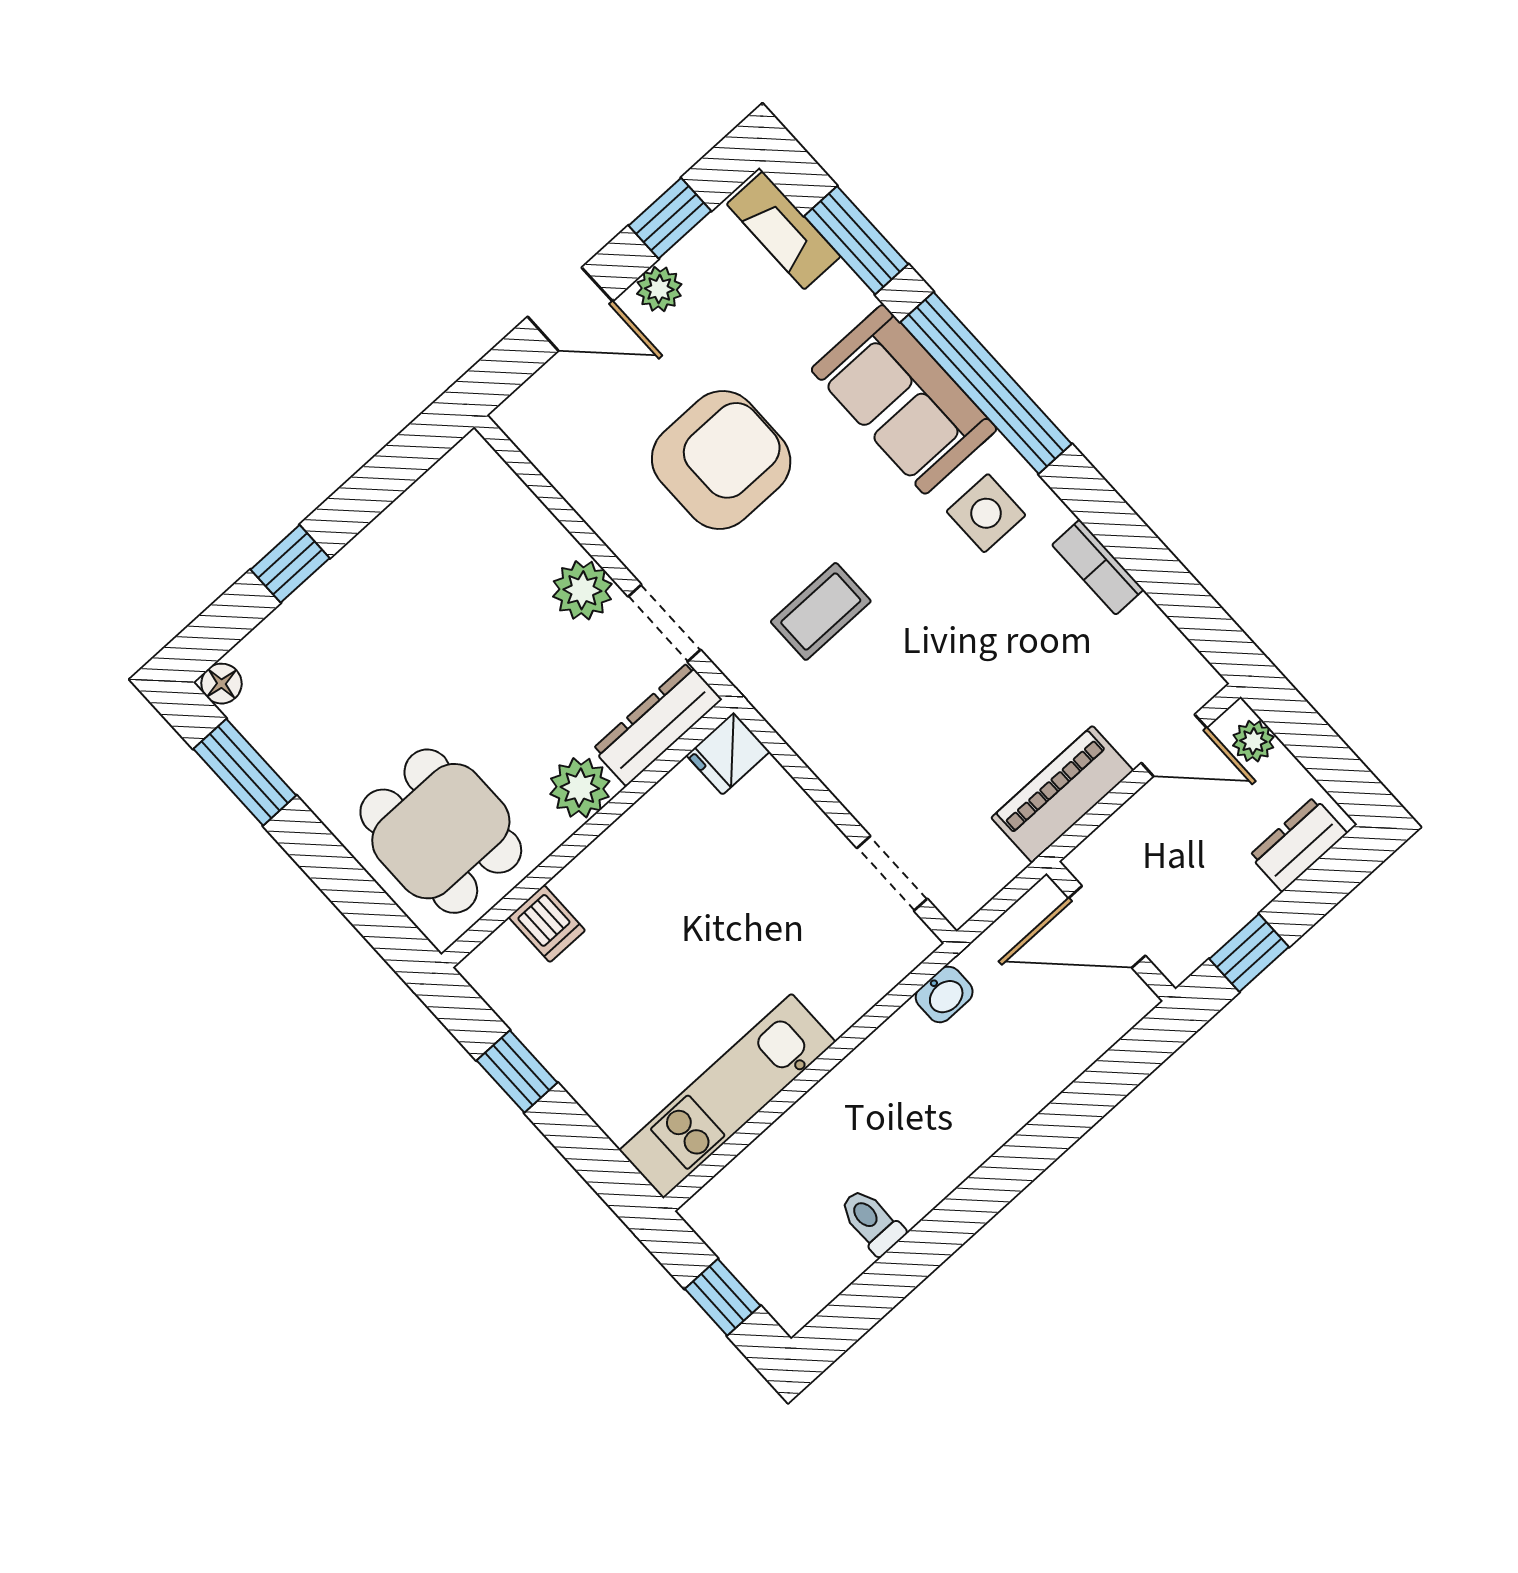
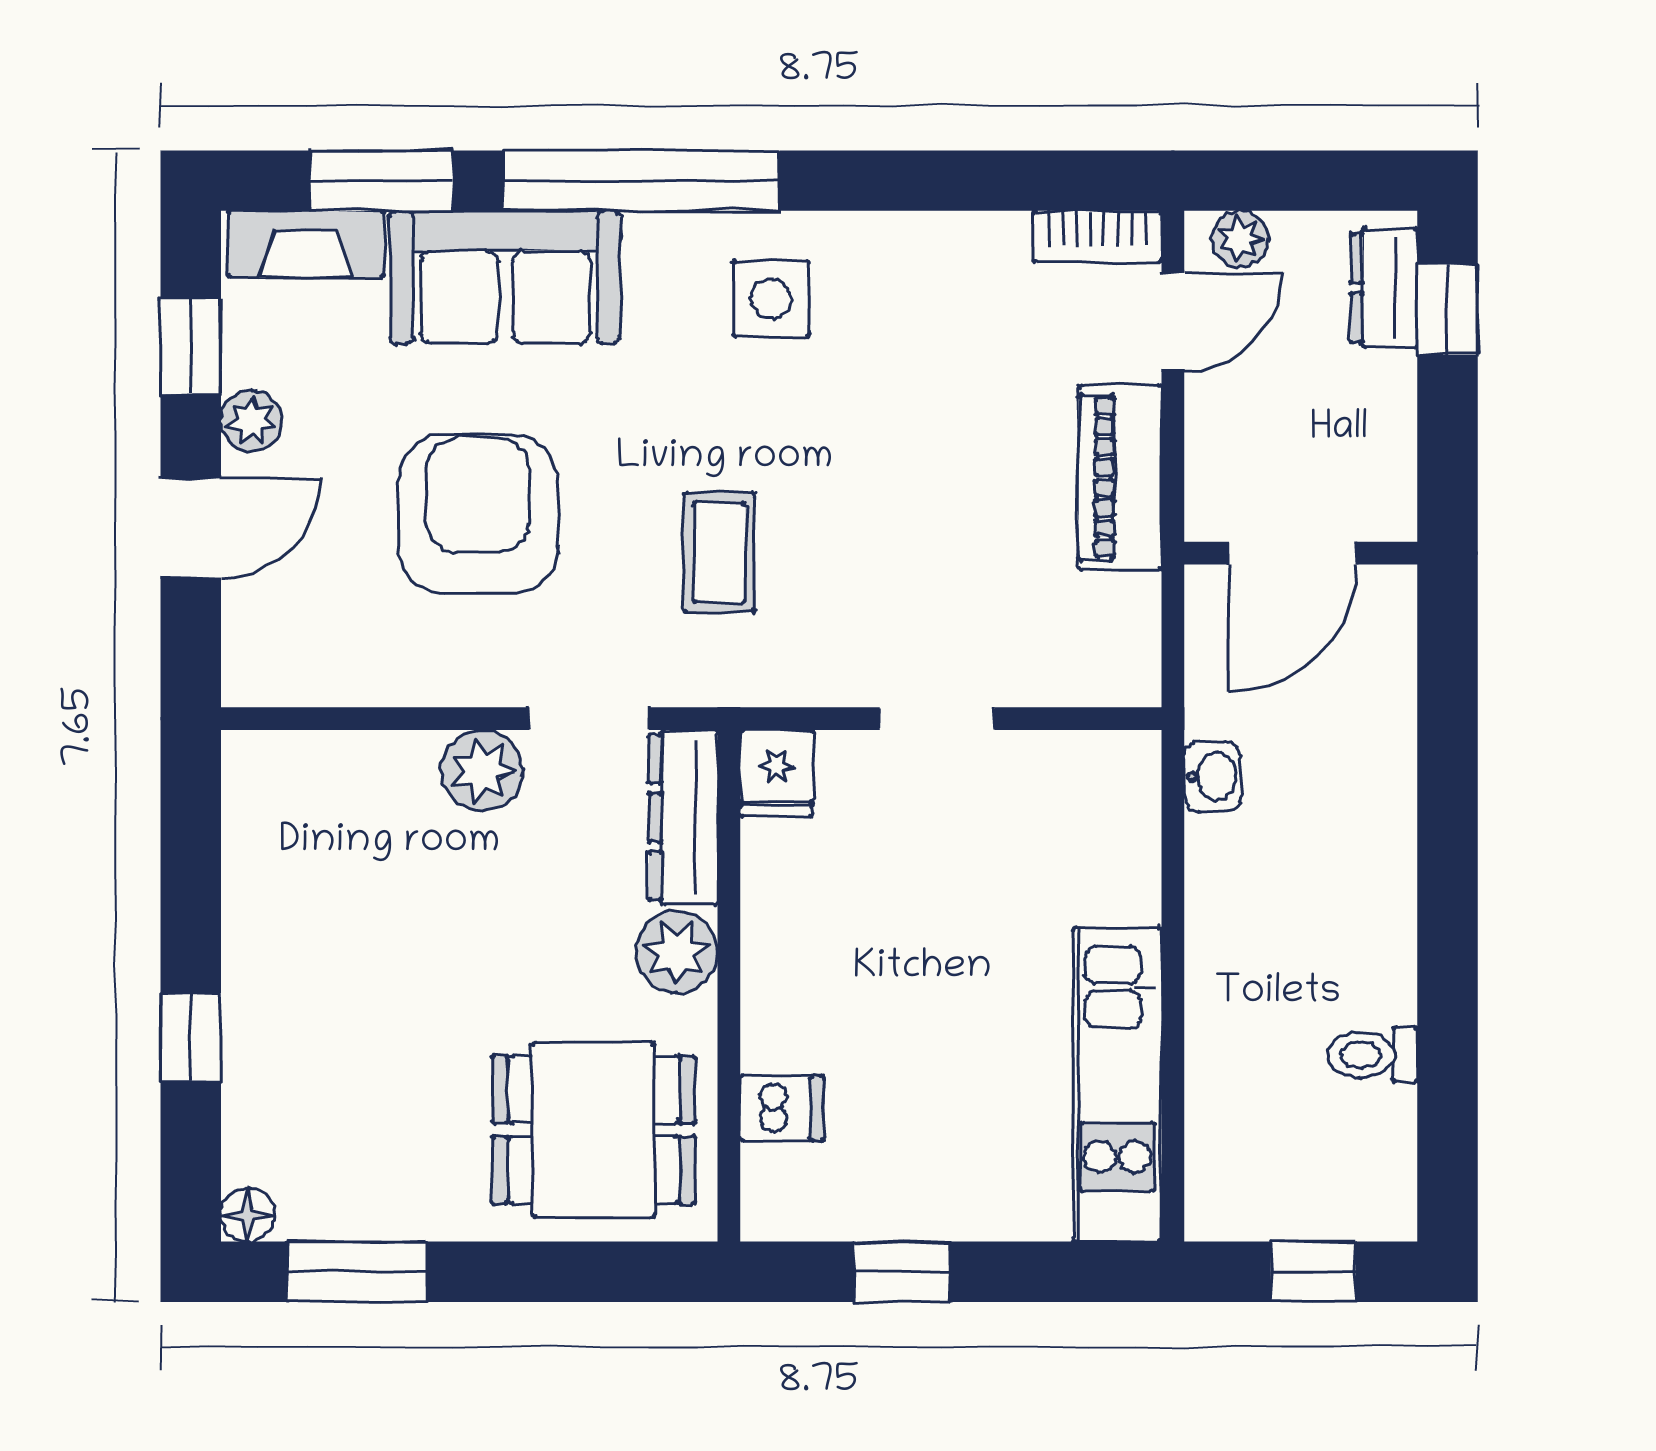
sofa: (904, 399) -> (505, 277), moved
bookcase: (1098, 567) -> (1097, 236), moved
doorway: (892, 873) -> (937, 719), moved
window: (1249, 953) -> (1448, 310), moved

